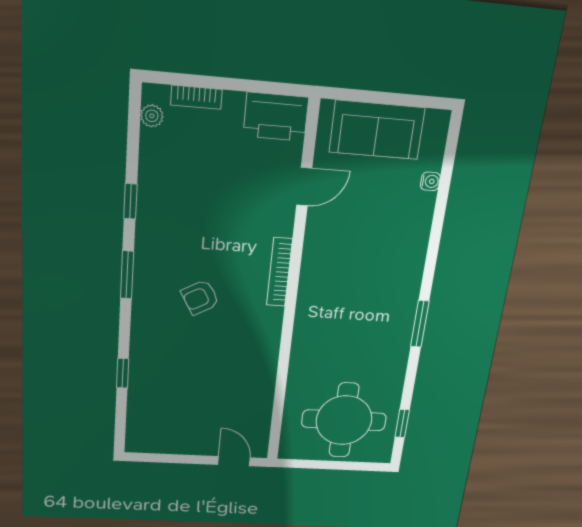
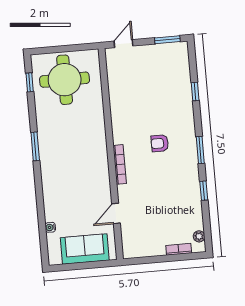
printer: (276, 117) -> (138, 247), removed
armchair: (200, 297) -> (160, 143), turned -151
window: (159, 458) -> (167, 40), added
door: (234, 461) -> (124, 44), swing flipped

